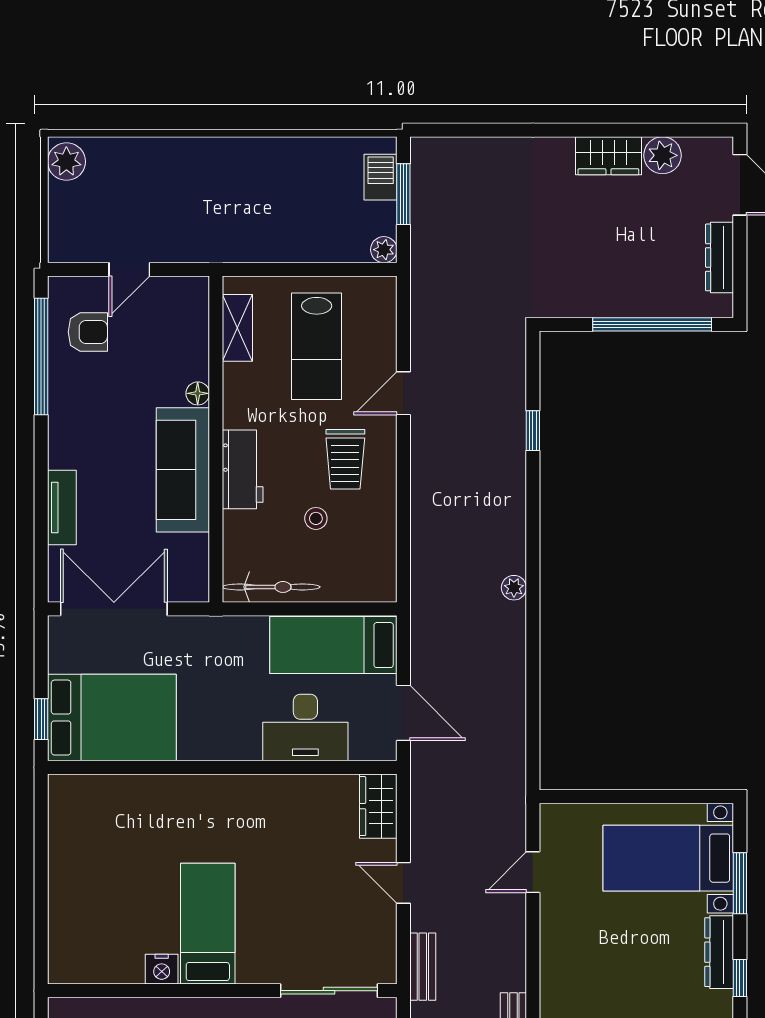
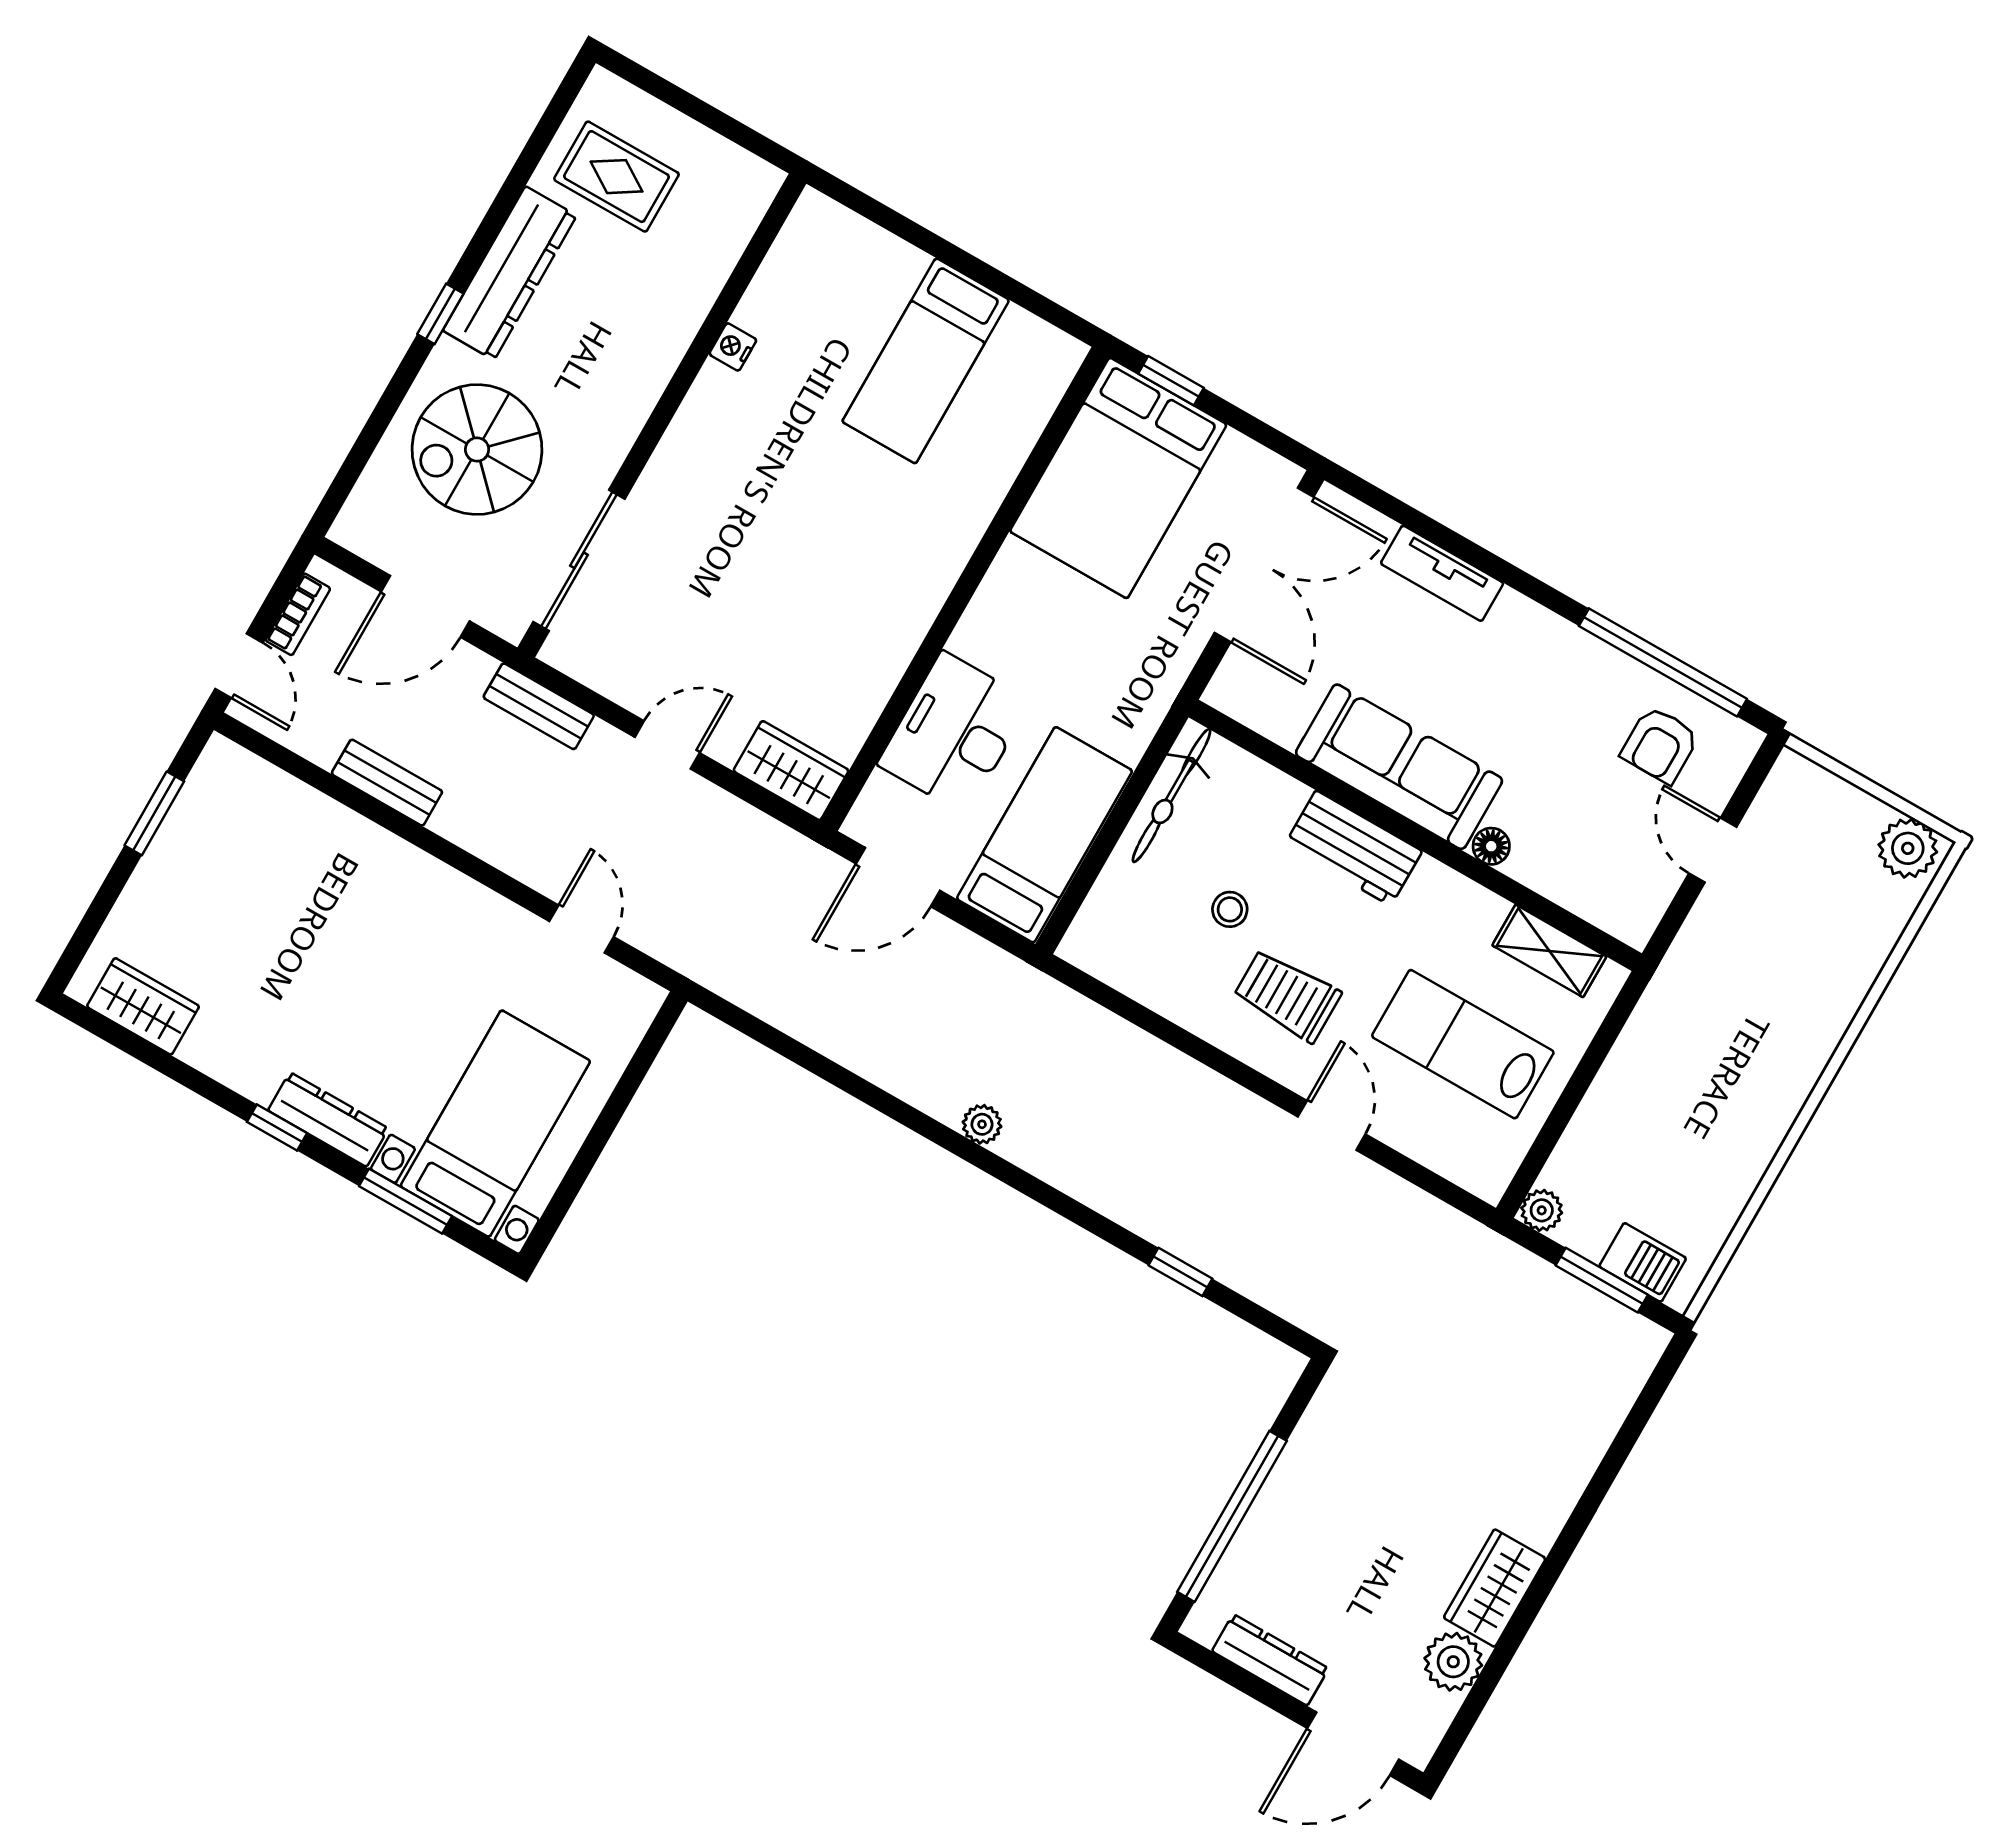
bed: (208, 924) -> (926, 361), moved, turned 90
nightstand: (162, 969) -> (733, 347), width x0.72, depth x0.74

